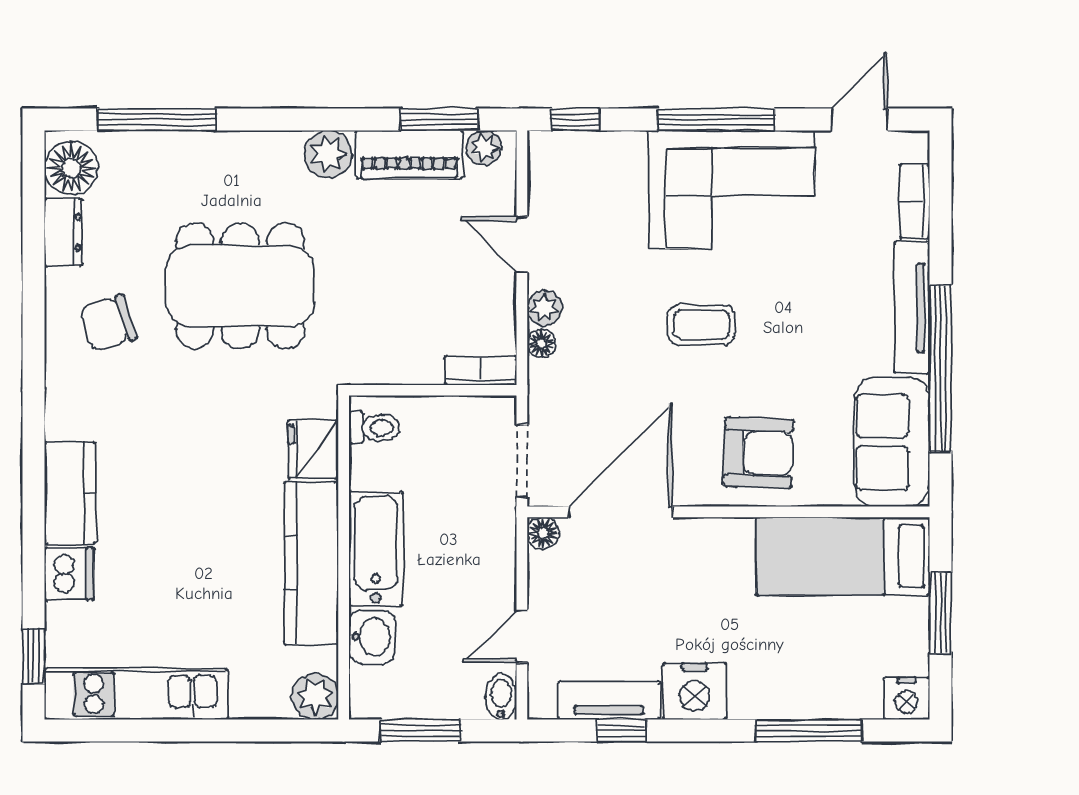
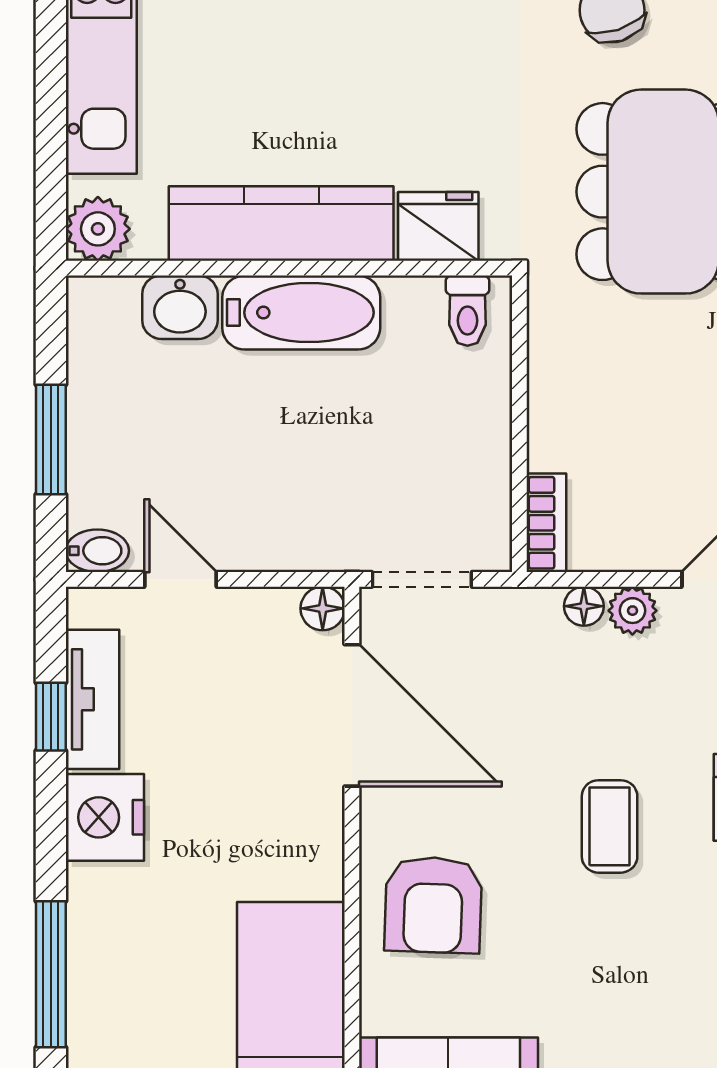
toilet: (374, 428) -> (467, 311), moved
fridge: (313, 449) -> (438, 226), moved
bathtub: (376, 549) -> (301, 313), moved
wall: (344, 558) -> (289, 268), moved
kitchen counter: (311, 563) -> (281, 224), moved
washbasin: (372, 637) -> (180, 307), moved
plant: (315, 696) -> (98, 229), moved

